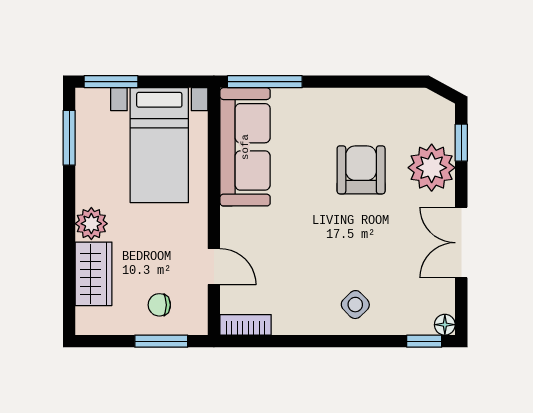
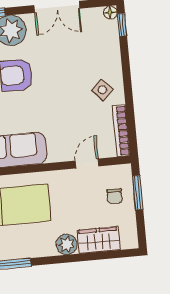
side table: (355, 305) -> (102, 90), moved
bookcase: (246, 325) -> (121, 131), width x1.56

